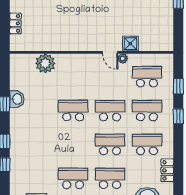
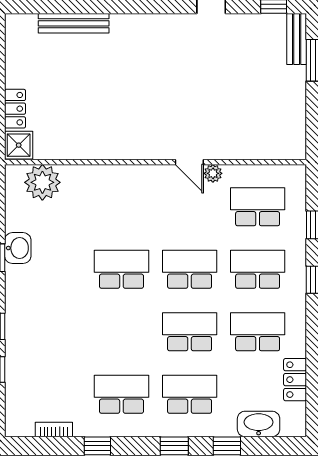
shower: (130, 44) -> (19, 145), moved
plant: (45, 63) -> (42, 182), moved

